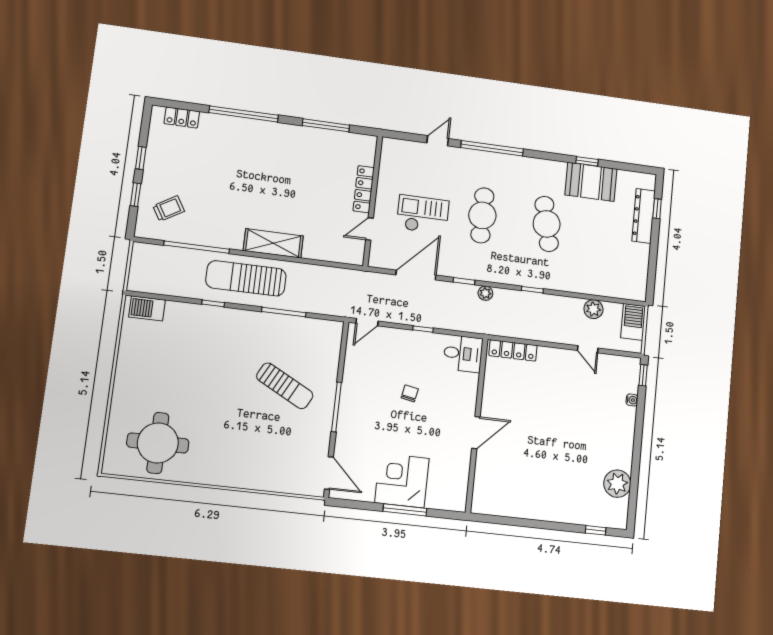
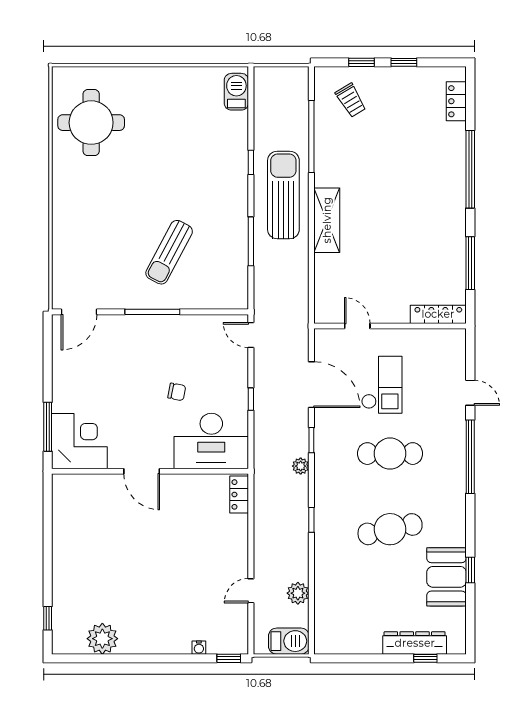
locker: (364, 189) -> (438, 314), moved
locker: (513, 350) -> (239, 494), width x0.66
desk: (463, 354) -> (211, 441), width x1.87, depth x1.30
corner desk: (402, 481) -> (79, 441), moved
window: (405, 510) -> (48, 427), moved

